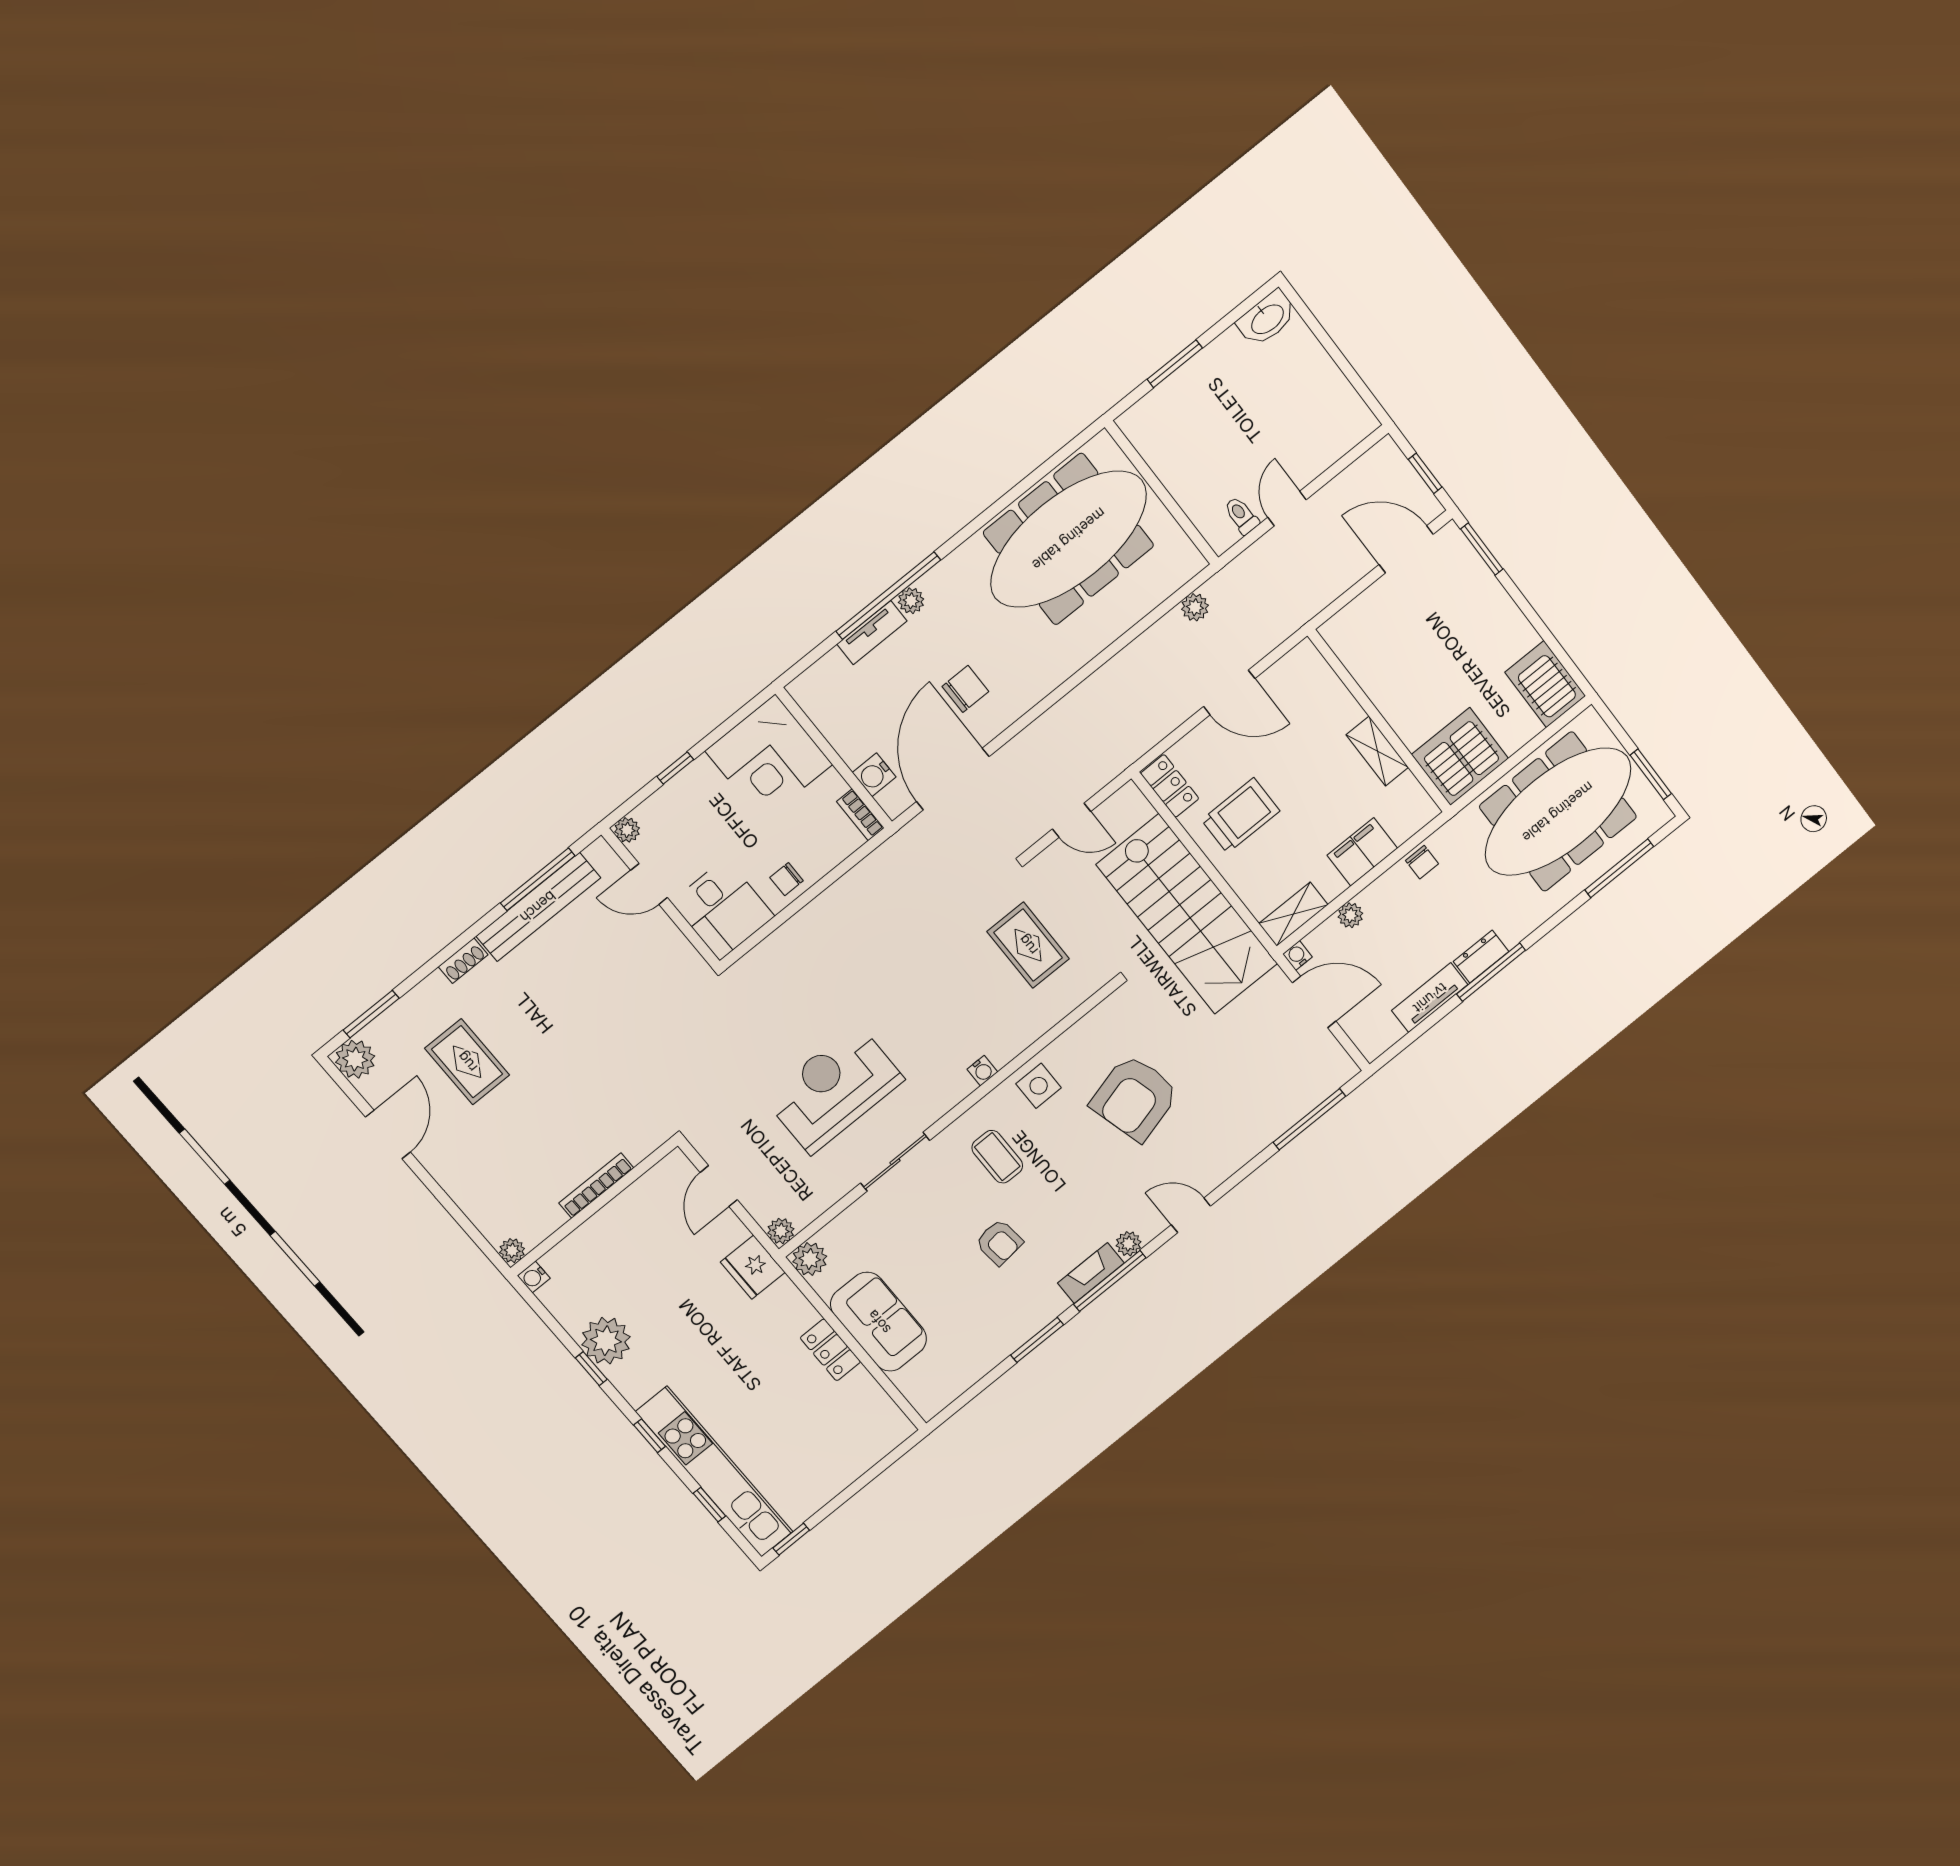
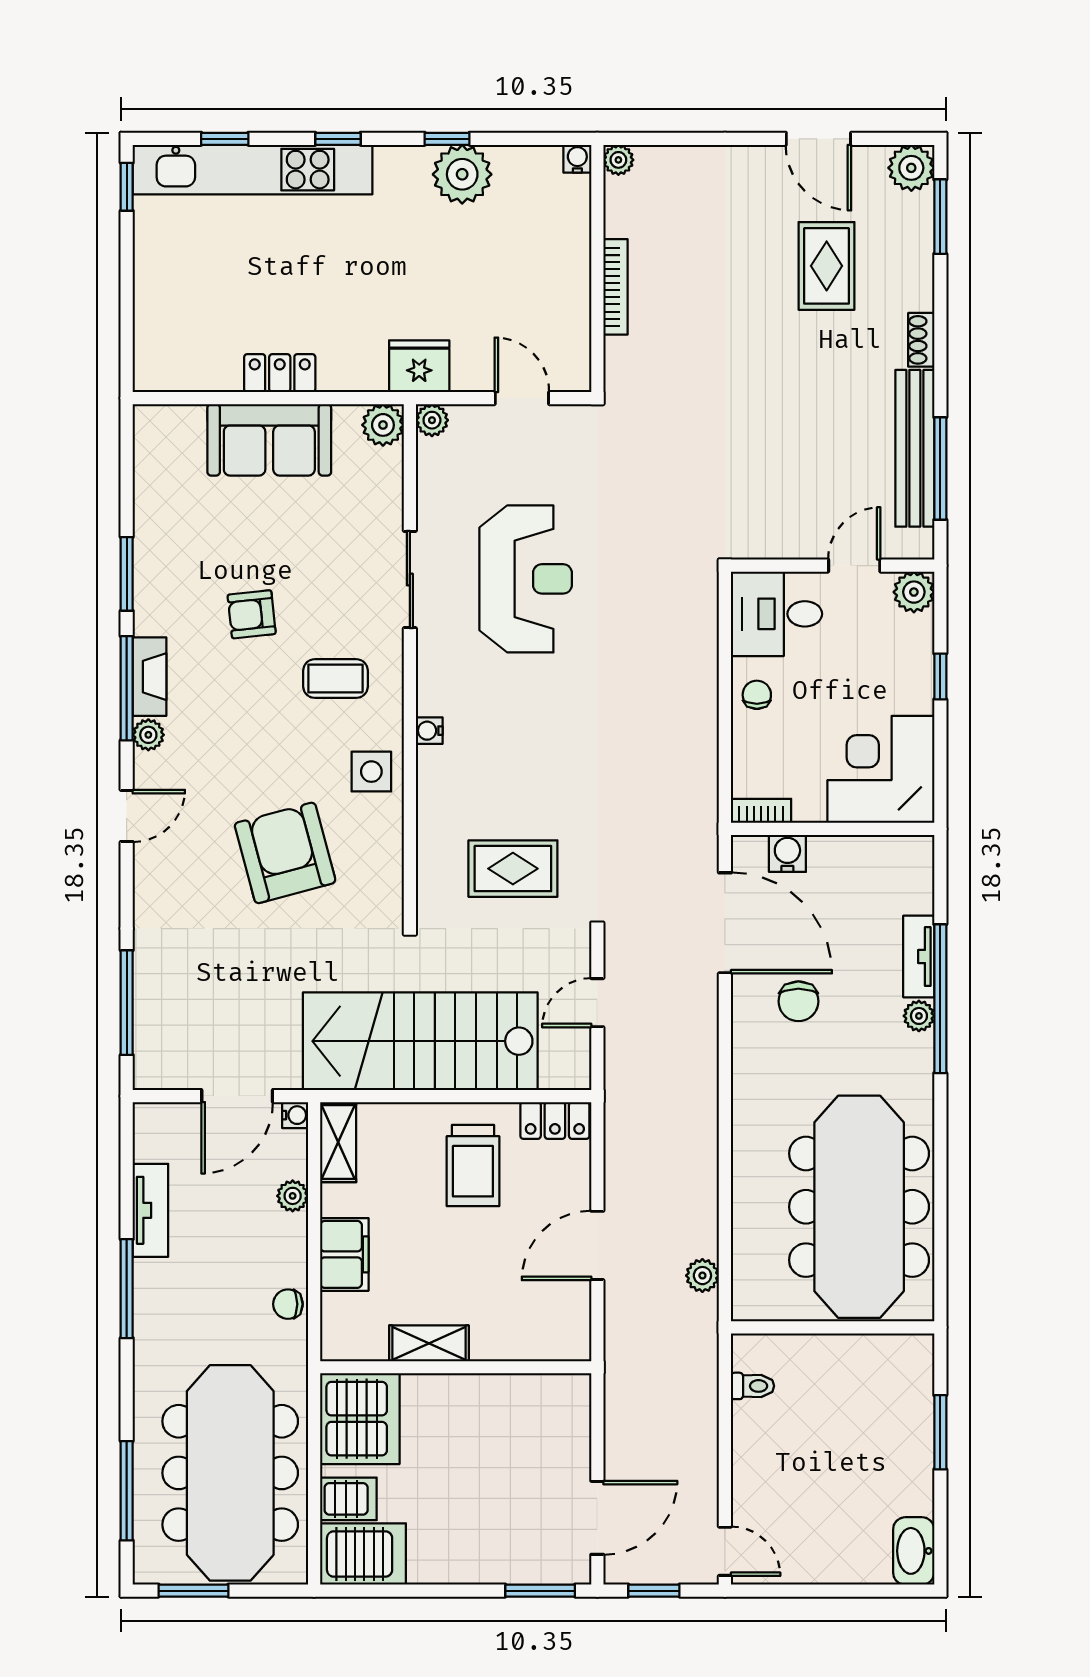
door: (1287, 508) -> (725, 1551), moved
server rack: (1517, 722) -> (348, 1499), added
plant: (627, 830) -> (914, 592), width x1.38, depth x1.38
dresser: (1481, 957) -> (150, 1291), removed
rug: (467, 1062) -> (827, 266), turned 90

